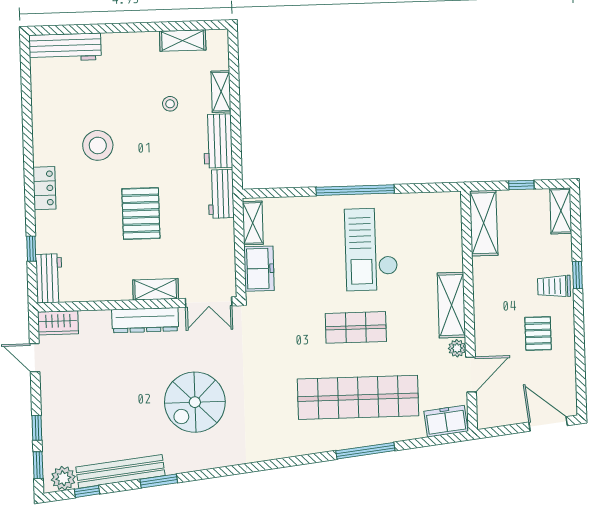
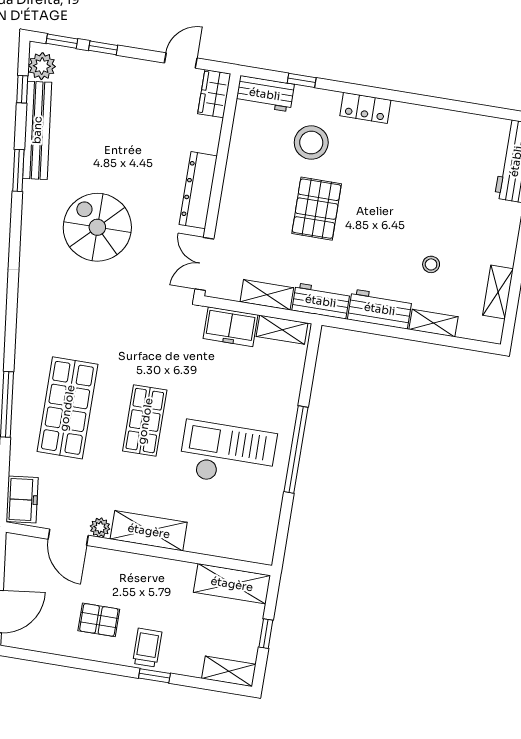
stool: (98, 145) -> (311, 143), moved
pallet: (141, 214) -> (317, 209), turned 90
shelving: (156, 289) -> (267, 295), moved, turned 90
shop shelf: (358, 397) -> (67, 408), width x0.71

